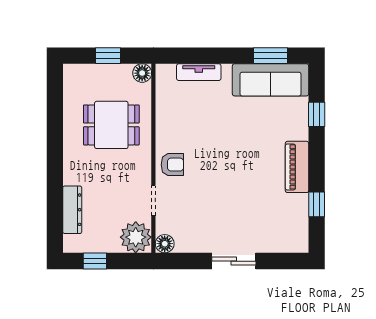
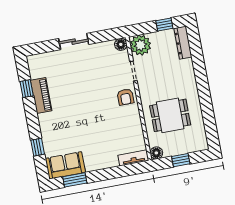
tv unit: (199, 72) -> (133, 158), moved
sofa: (270, 80) -> (65, 165), width x0.73
armchair: (172, 165) -> (125, 97), turned -90
piano: (297, 167) -> (41, 96), moved
dresser: (72, 210) -> (183, 43), moved

